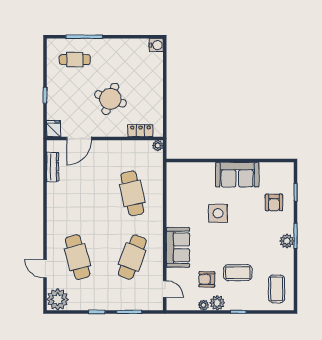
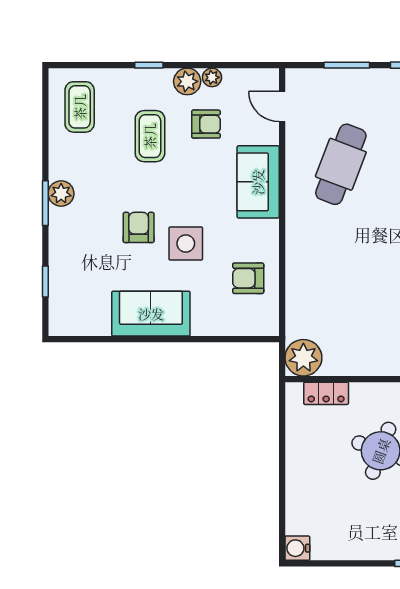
plant: (158, 146) -> (303, 358), width x1.88, depth x1.88
cafe table: (132, 193) -> (341, 280), removed
armchair: (184, 194) -> (248, 278), added
armchair: (274, 202) -> (139, 227), moved
coffee table: (238, 273) -> (150, 136), turned 90

